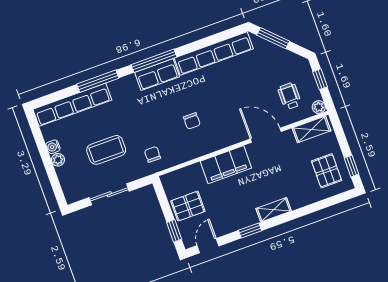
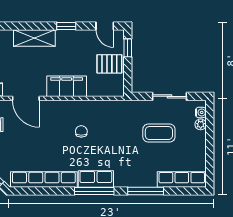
row of seats: (72, 105) -> (182, 179), width x0.73
water cooler: (53, 147) -> (201, 112), moved
chair: (152, 154) -> (123, 116), removed
plant: (58, 160) -> (201, 124), moved
shelving: (274, 210) -> (34, 38), width x1.50, depth x1.33
door: (208, 246) -> (105, 26), hinge flipped

